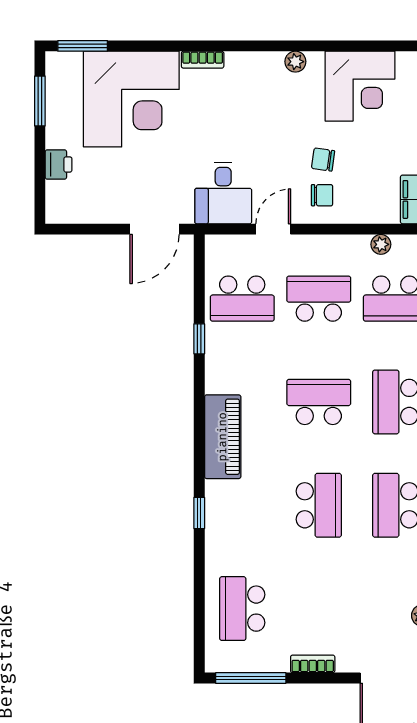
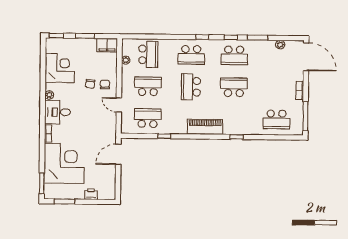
desk: (223, 193) -> (57, 112), moved, turned 180
door: (154, 229) -> (118, 154), swing flipped
school desk: (242, 299) -> (148, 118), turned -90
school desk: (319, 299) -> (148, 86), turned 90

